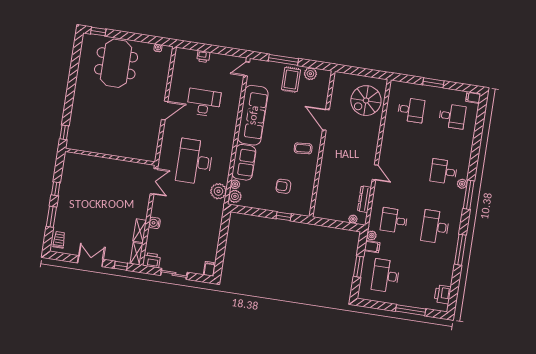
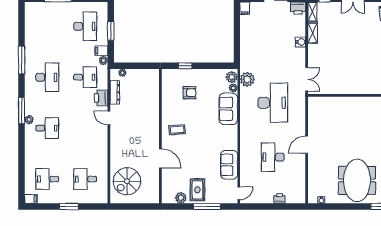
spiral stairs: (366, 101) -> (127, 181), turned 180
desk: (204, 103) -> (273, 157), turned 90
sofa: (253, 115) -> (229, 165), width x0.54, depth x0.79
double door: (154, 181) -> (307, 79), swing flipped
printer: (443, 294) -> (101, 98), moved, turned 180

